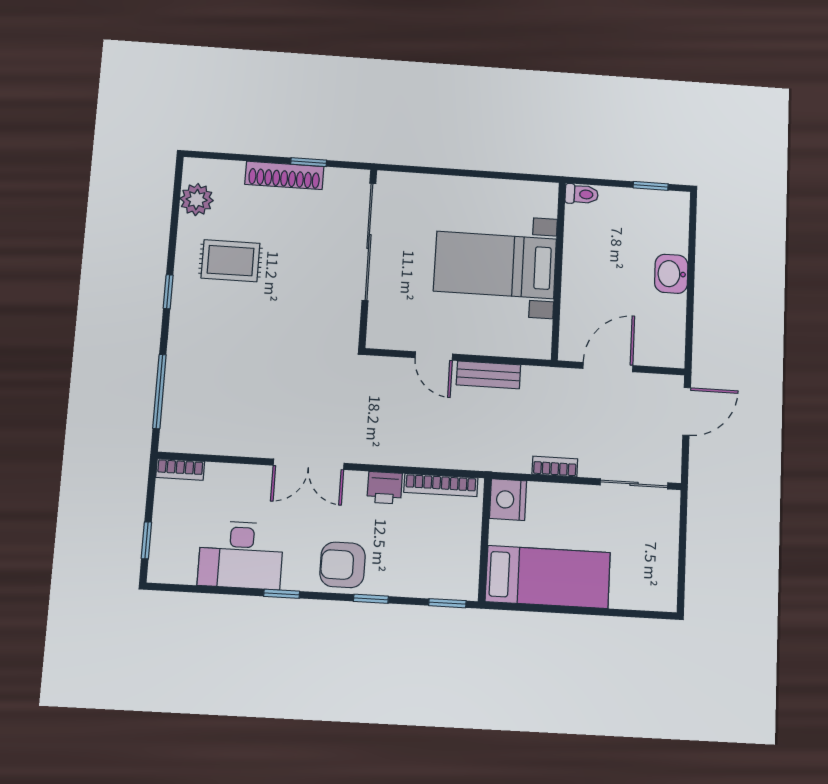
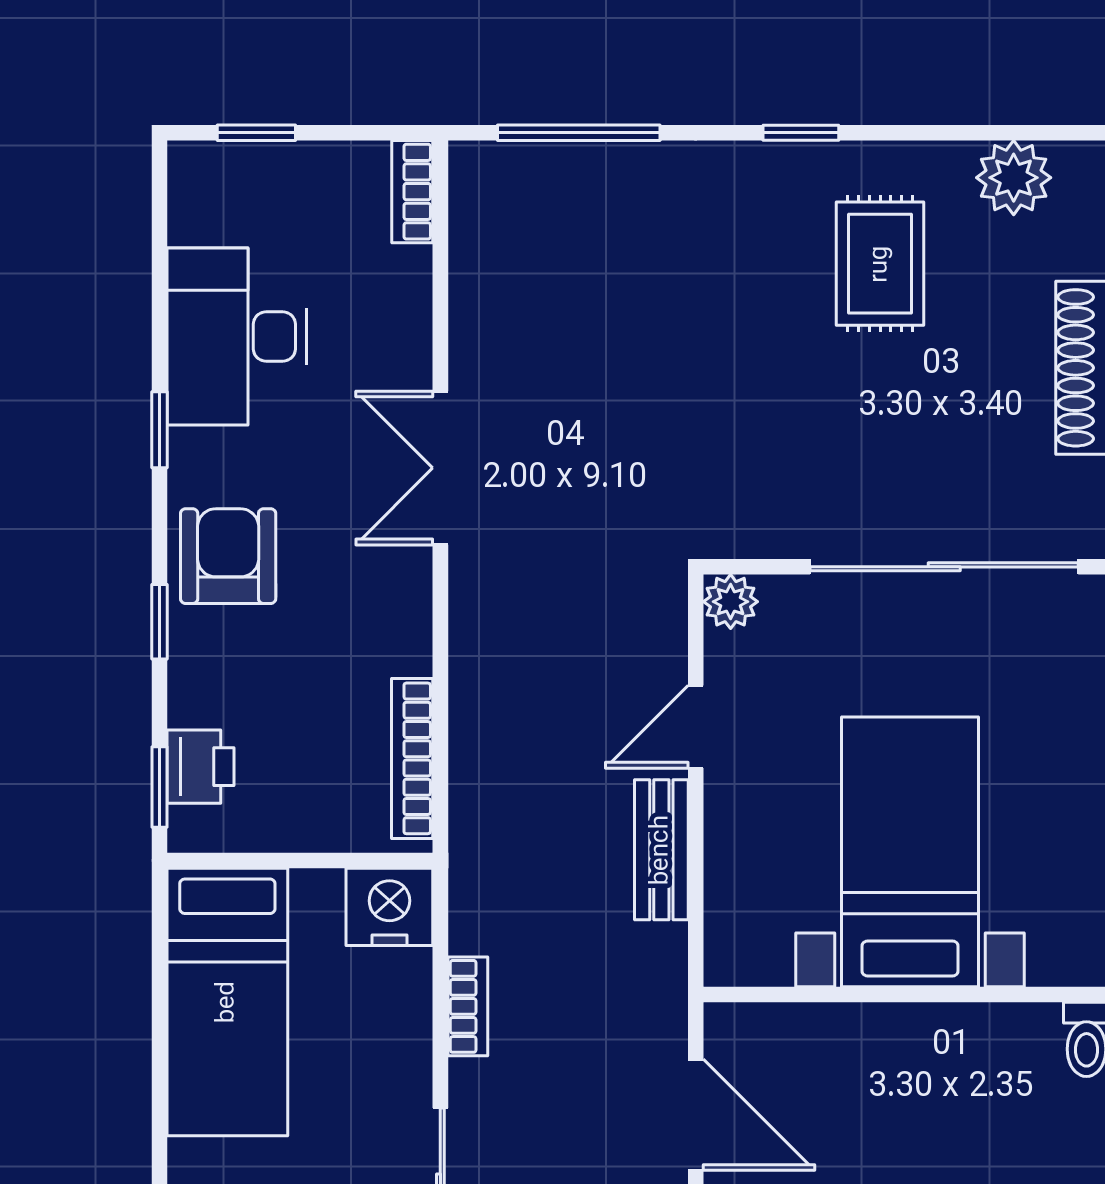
plant: (378, 337) -> (731, 602), added
printer: (385, 488) -> (201, 767), moved, turned 180

